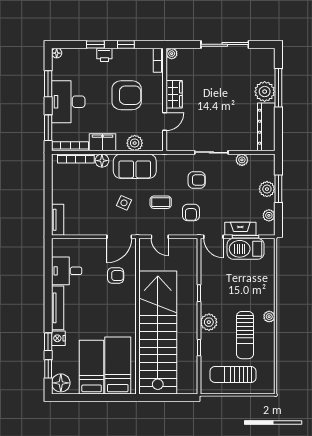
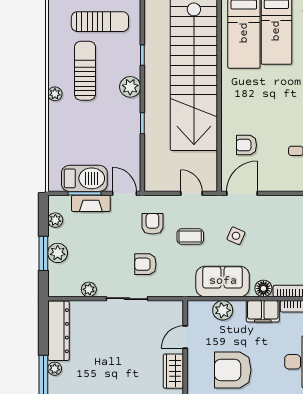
plant: (265, 92) -> (55, 369), width x0.53, depth x0.53

